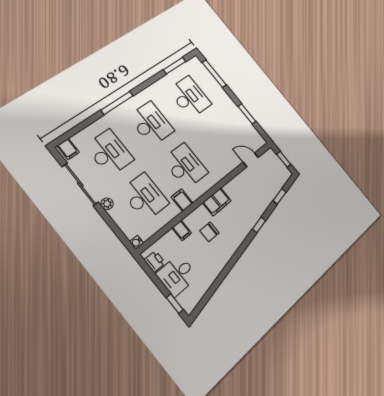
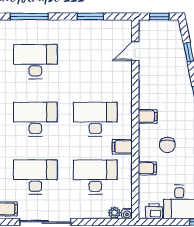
filing cabinet: (217, 202) -> (148, 116), width x0.50
plant: (107, 204) -> (114, 213), moved

